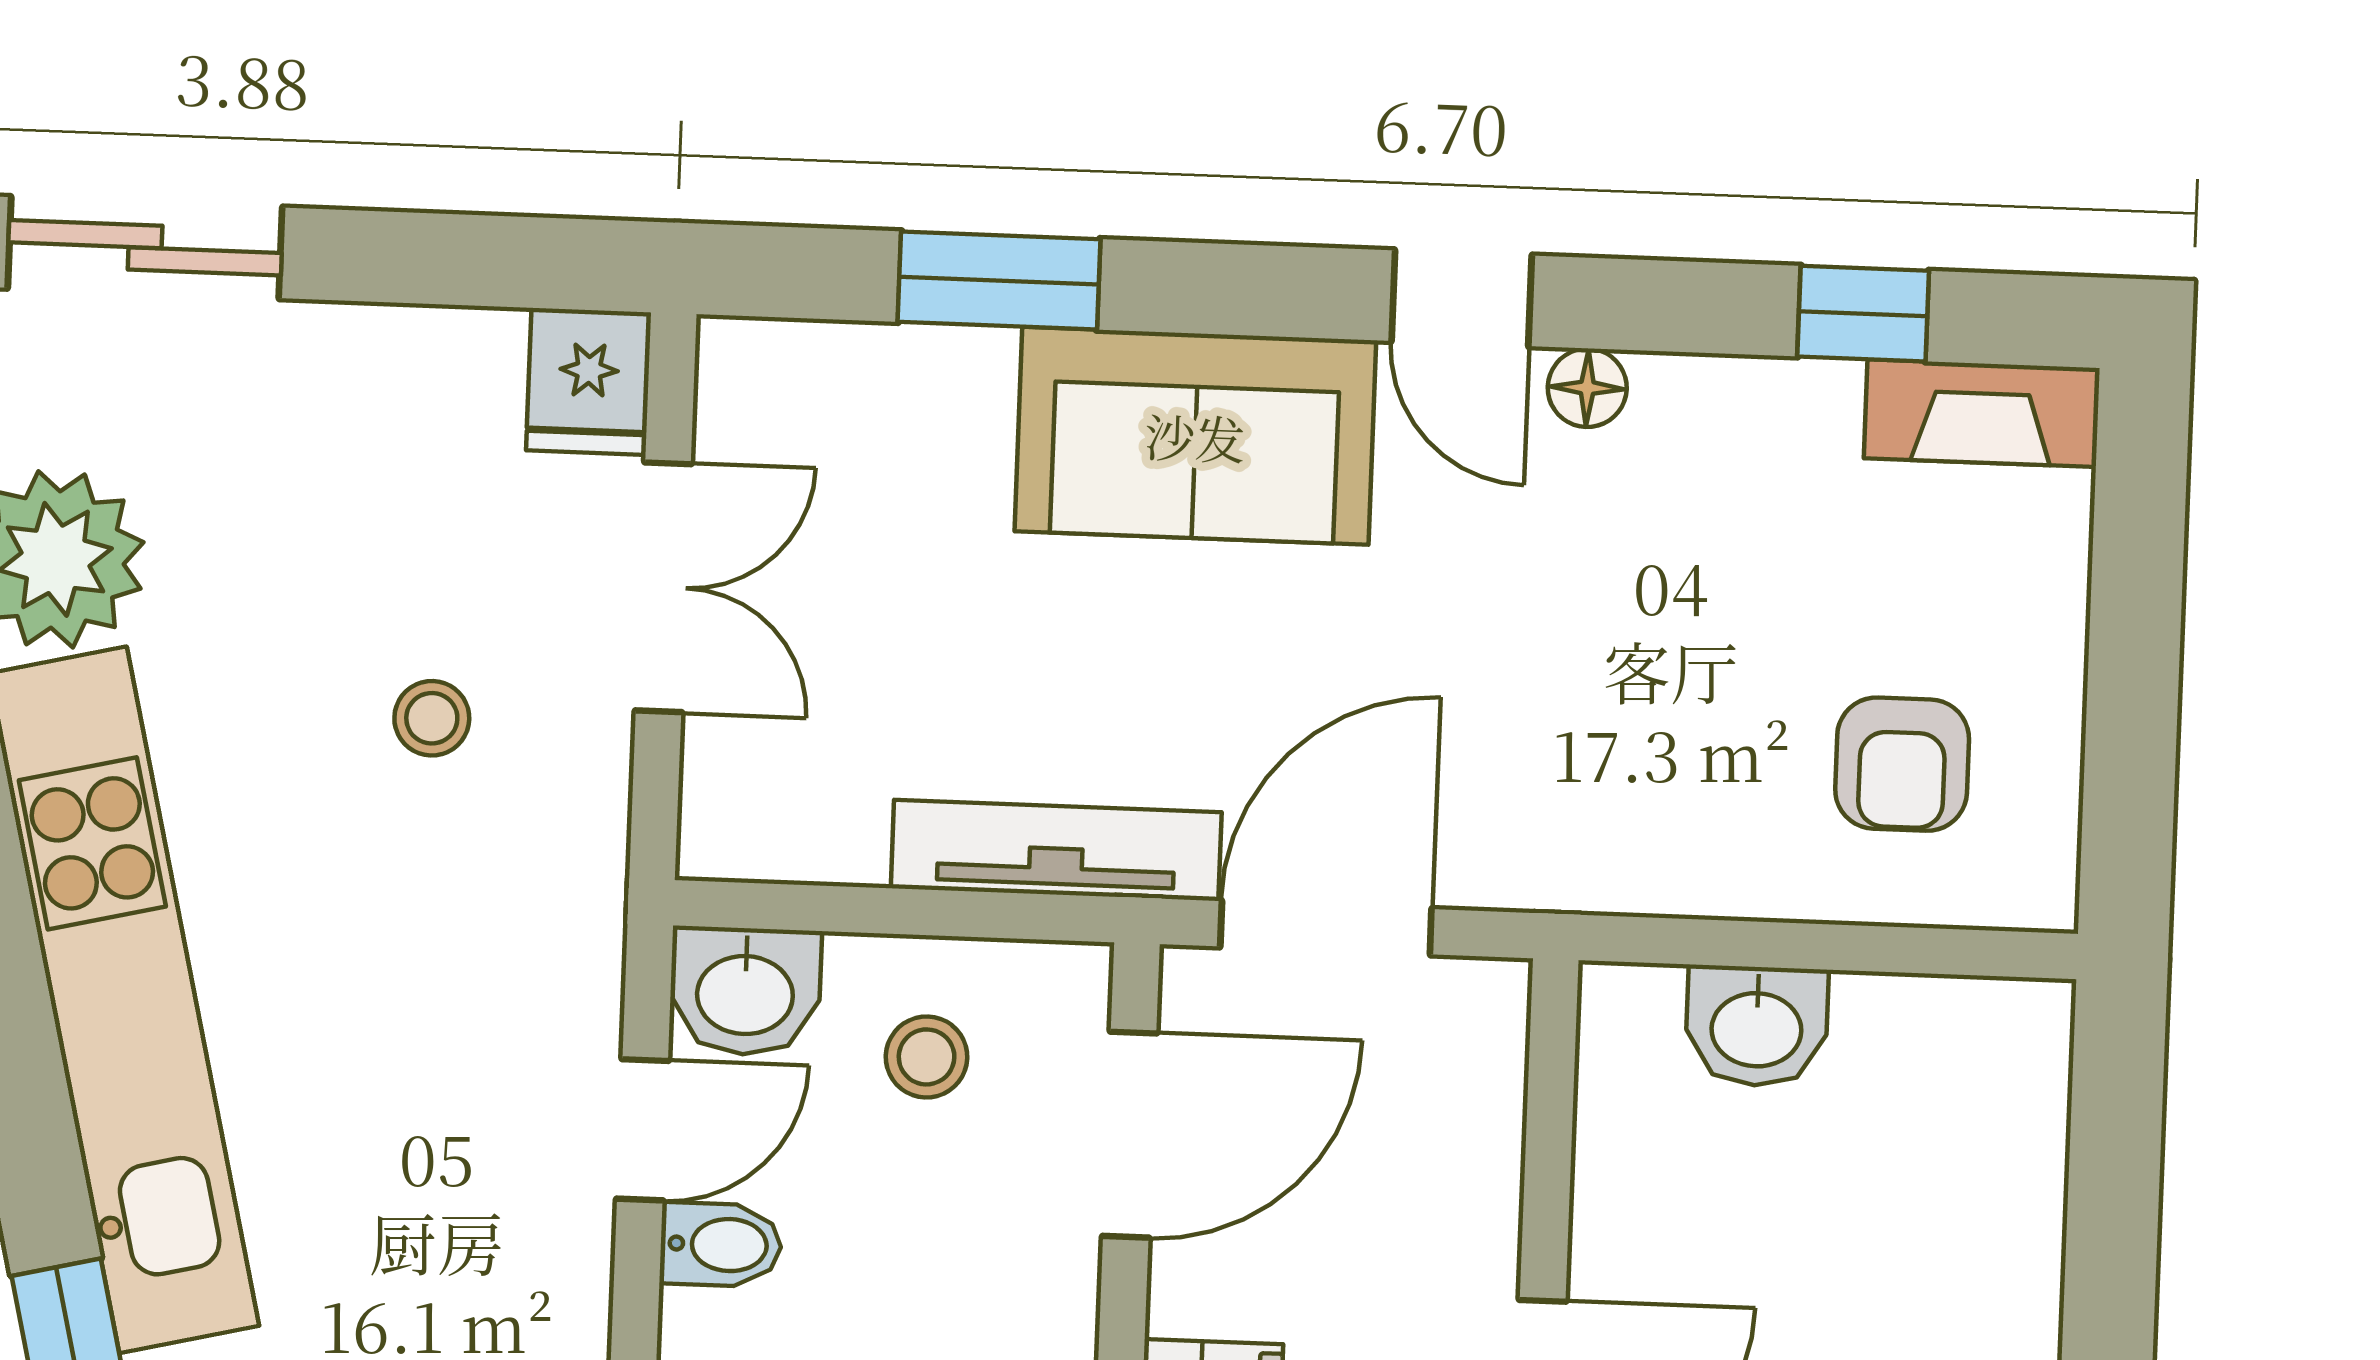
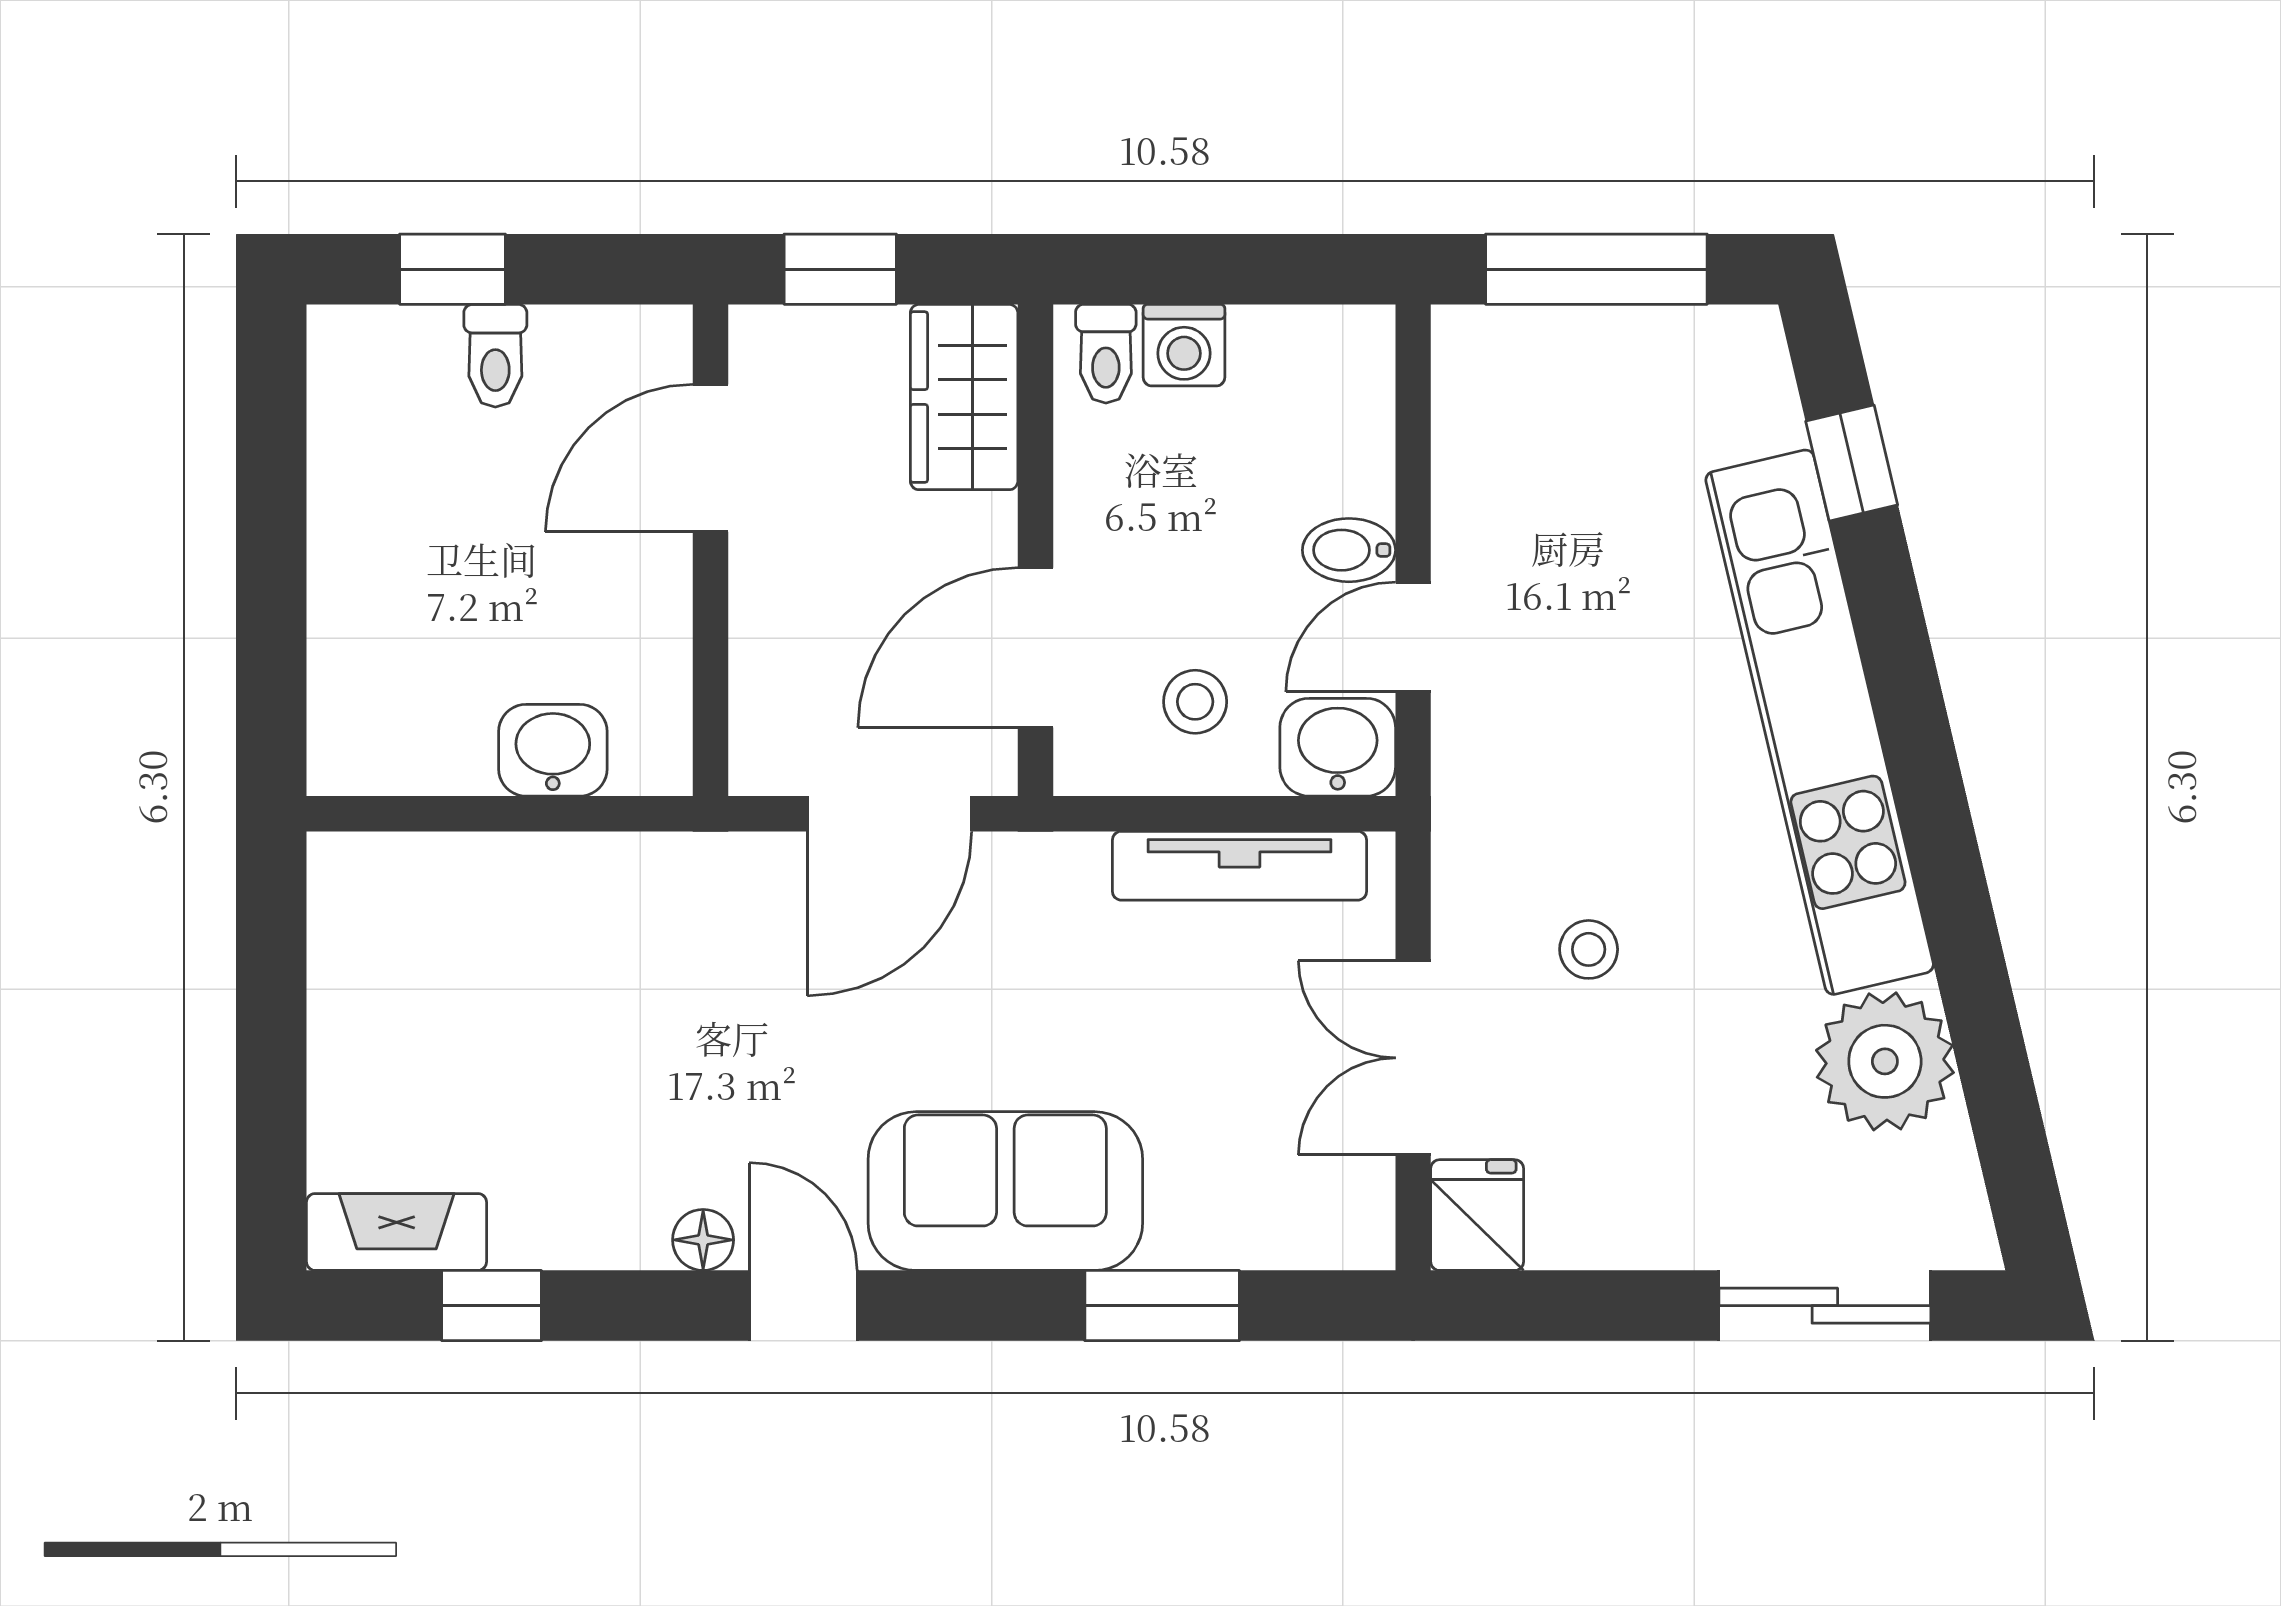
armchair: (1902, 764) -> (448, 958), removed
tv unit: (1056, 850) -> (1240, 866), moved

